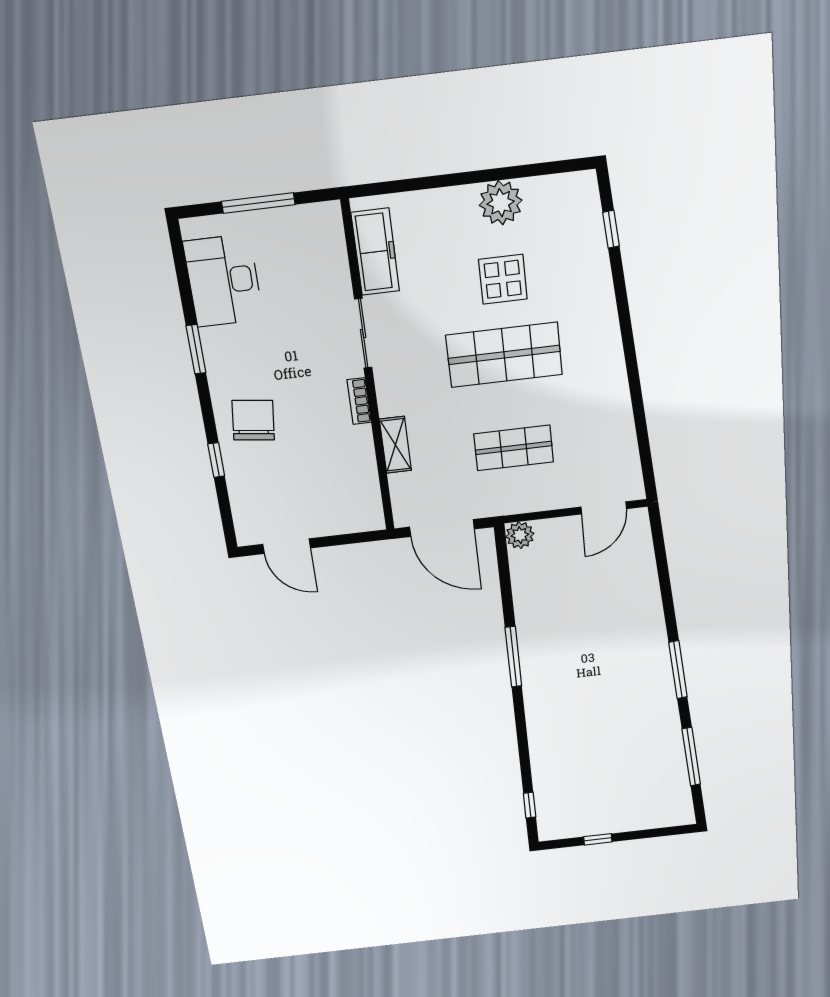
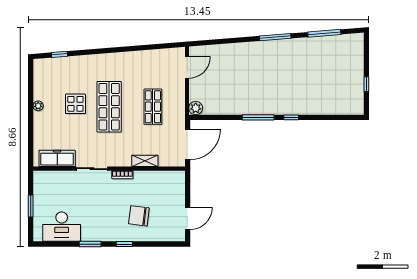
window: (258, 203) -> (31, 206), width x0.69
plant: (501, 203) -> (38, 106), width x0.53, depth x0.53
chair: (253, 420) -> (139, 216), moved
window: (216, 460) -> (124, 244), moved
door: (604, 508) -> (187, 67), hinge flipped
window: (530, 805) -> (291, 117), moved

